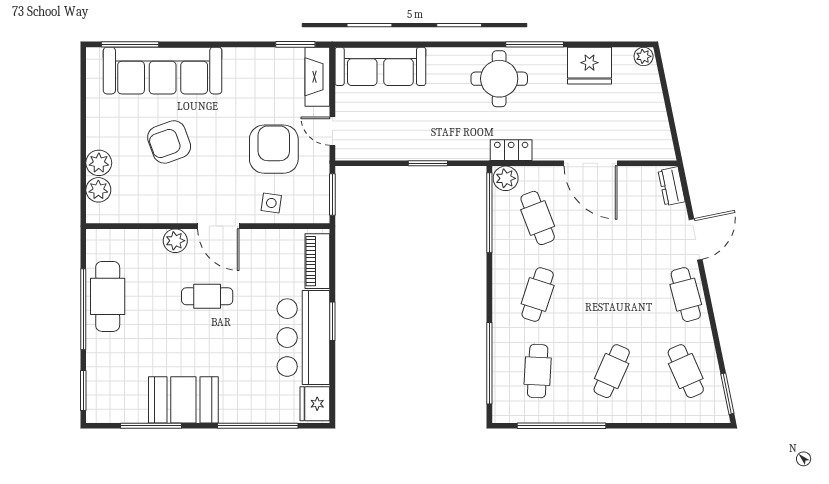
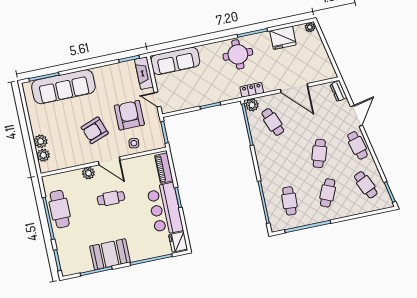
armchair: (169, 142) -> (95, 130), moved
cafe table: (538, 295) -> (319, 153), moved

